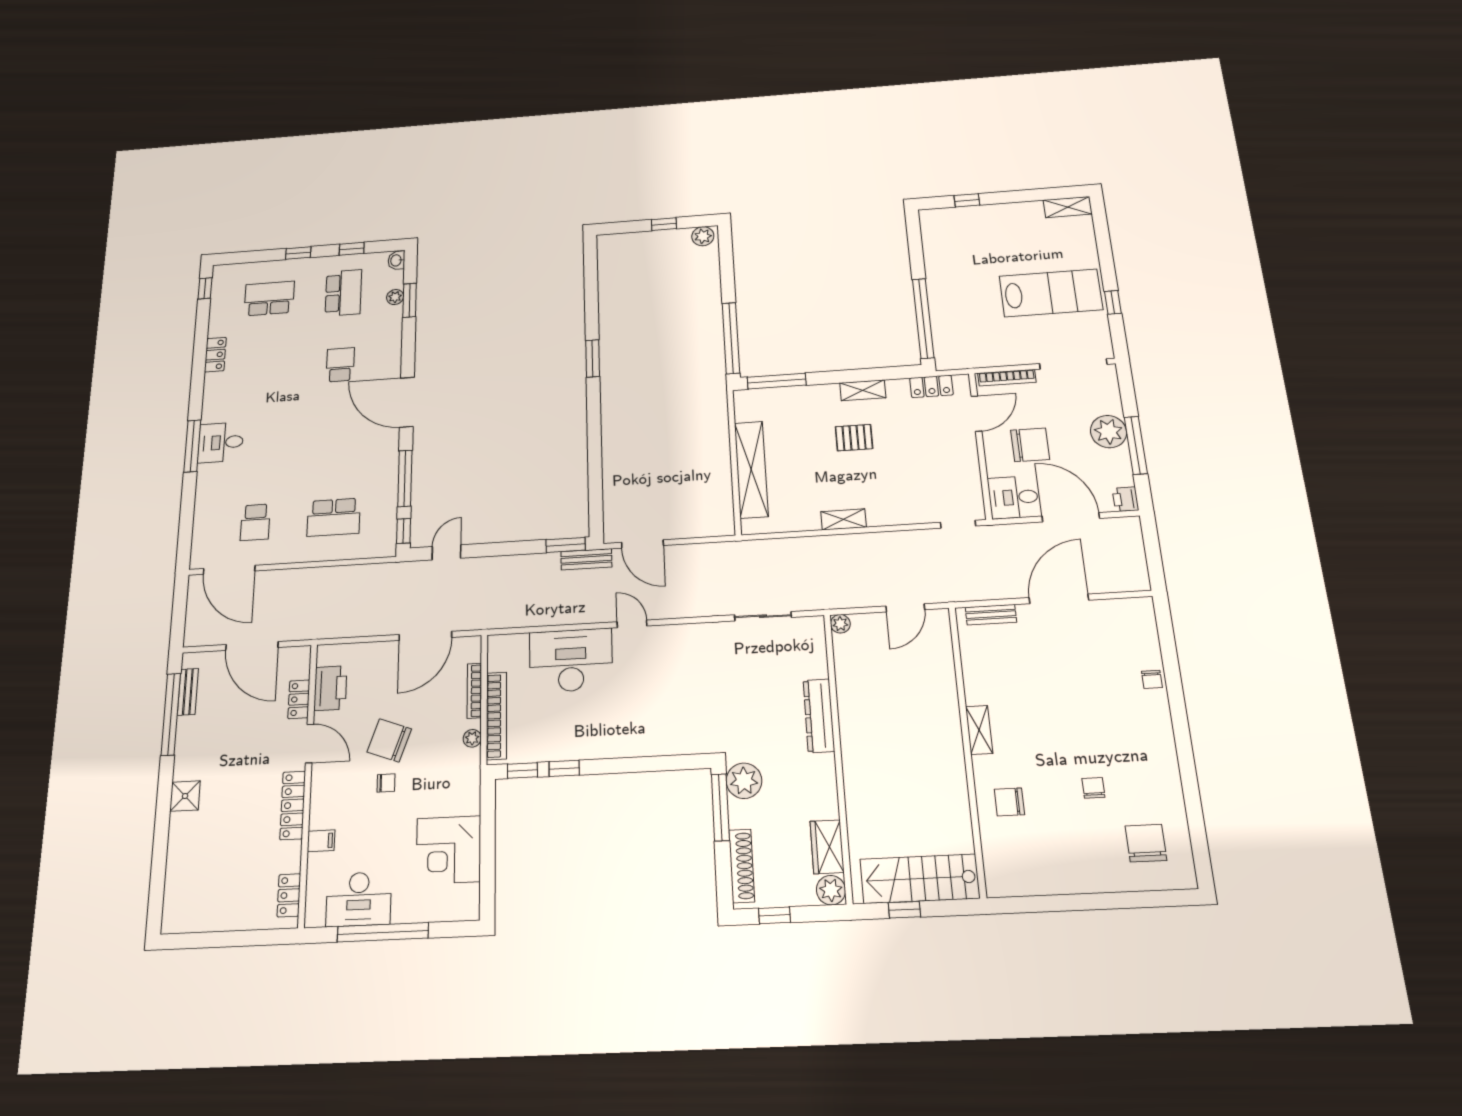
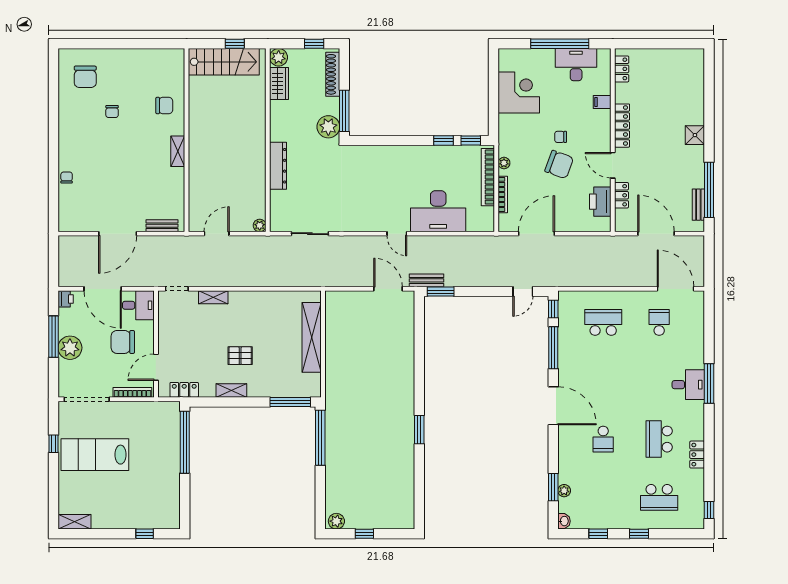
school desk: (343, 293) -> (659, 439), moved
shelving: (844, 519) -> (213, 297), moved

